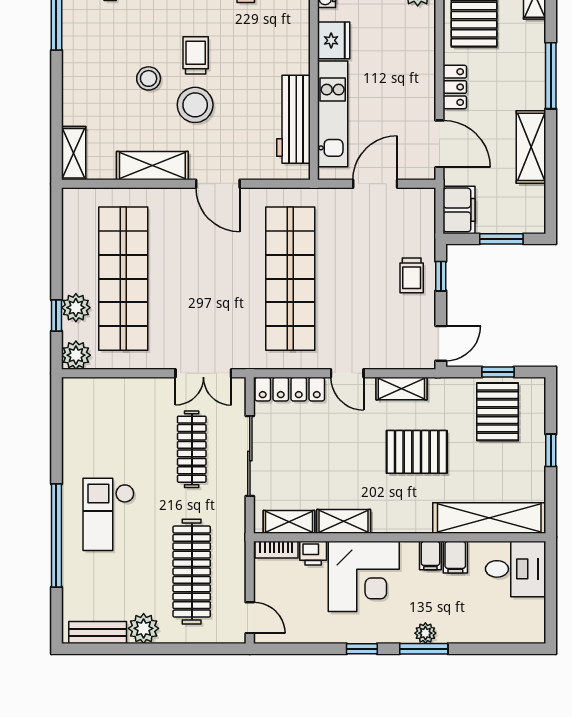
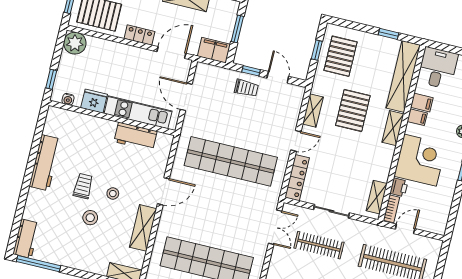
trolley: (196, 55) -> (83, 186), turned 90
stool: (195, 105) -> (113, 194), width x0.53, depth x0.53
workbench: (293, 119) -> (136, 137), width x0.73
door: (441, 343) -> (278, 77), moved
pallet: (497, 412) -> (341, 56), turned 90
window: (551, 450) -> (388, 34), moved
sliding door: (250, 456) -> (331, 211), width x0.73
shelving: (344, 521) -> (393, 128), moved
door: (250, 618) -> (405, 229), moved

